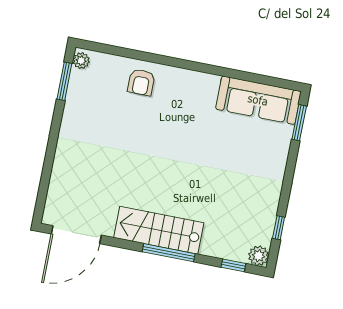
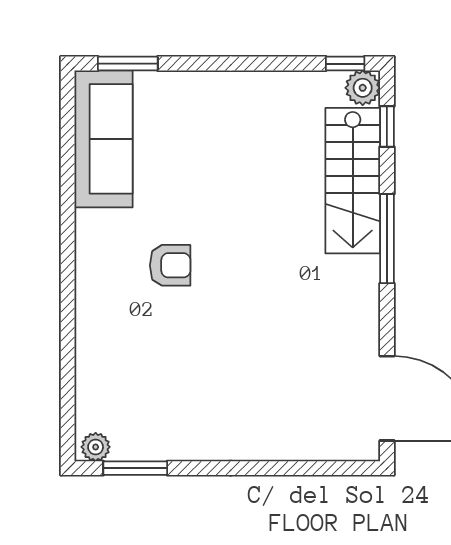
armchair: (141, 82) -> (170, 265), moved
window: (279, 228) -> (345, 64), moved
stairs: (159, 230) -> (353, 181), moved

